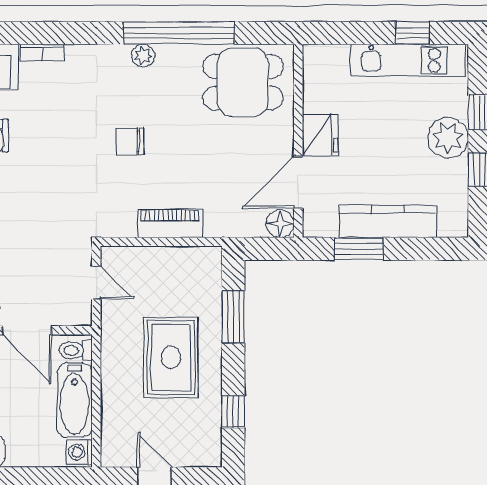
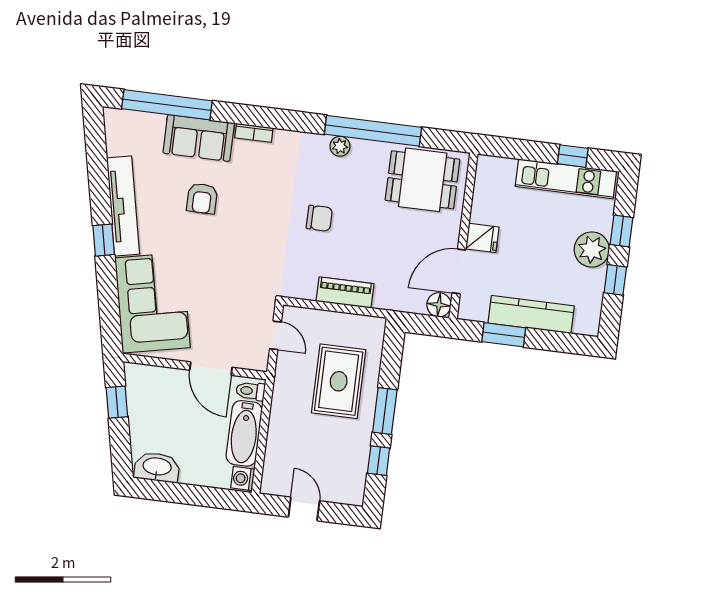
fridge: (320, 135) -> (482, 238), width x0.72
chair: (130, 141) -> (319, 218), turned 180
window: (233, 317) -> (385, 411), moved
rug: (171, 357) -> (339, 381), moved

